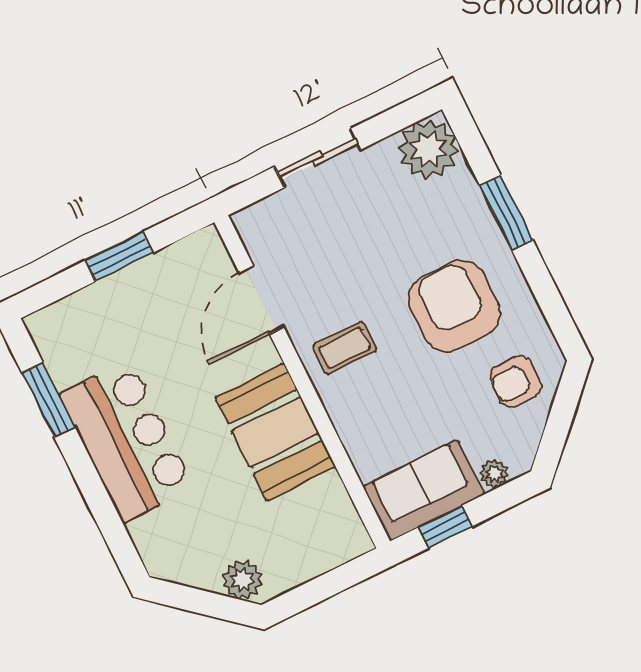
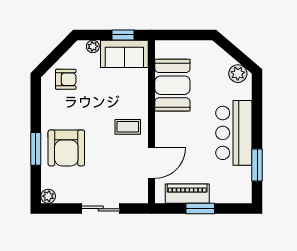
plant: (429, 149) -> (48, 196), width x0.53, depth x0.53
piano: (160, 274) -> (187, 194), added
armchair: (454, 306) -> (66, 148), moved
booth: (275, 432) -> (172, 85), moved
plant: (242, 580) -> (238, 74), moved

